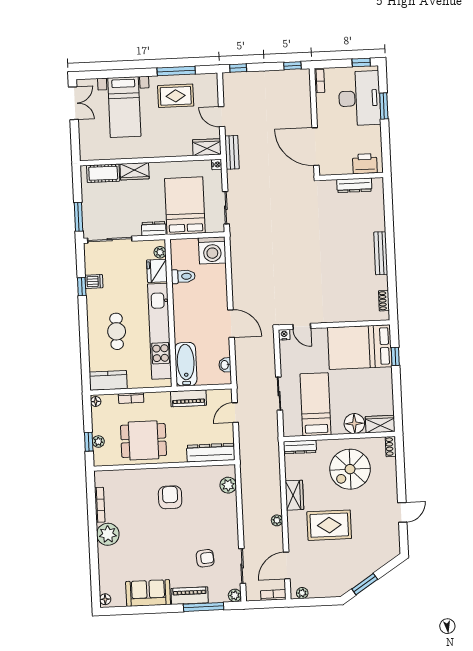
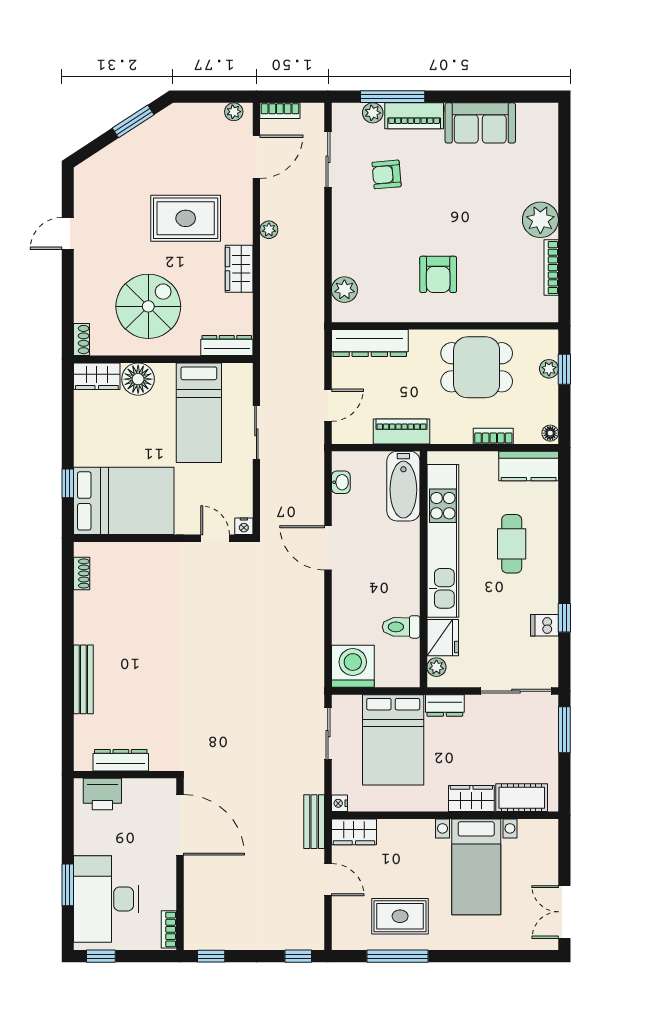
bed with nightstands: (124, 107) -> (476, 867), moved, turned 180
bench: (381, 253) -> (83, 679), moved
plant: (235, 595) -> (373, 113), moved
floor lamp: (105, 599) -> (549, 116), removed

